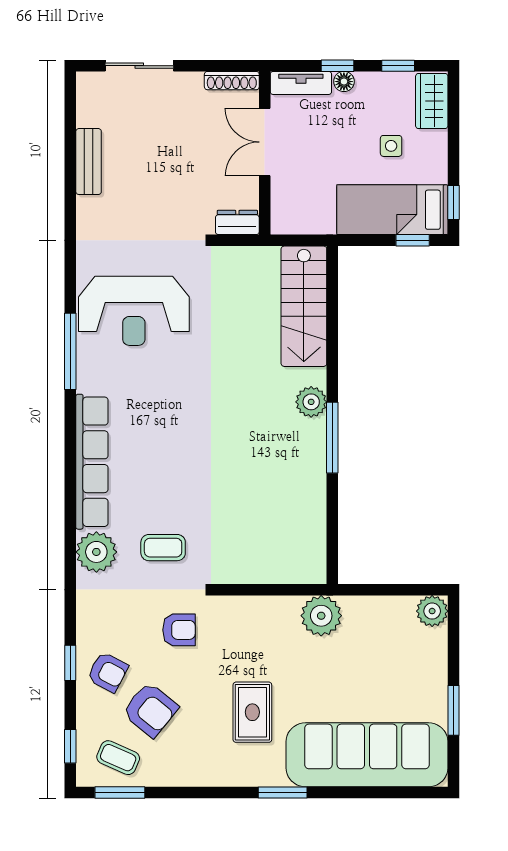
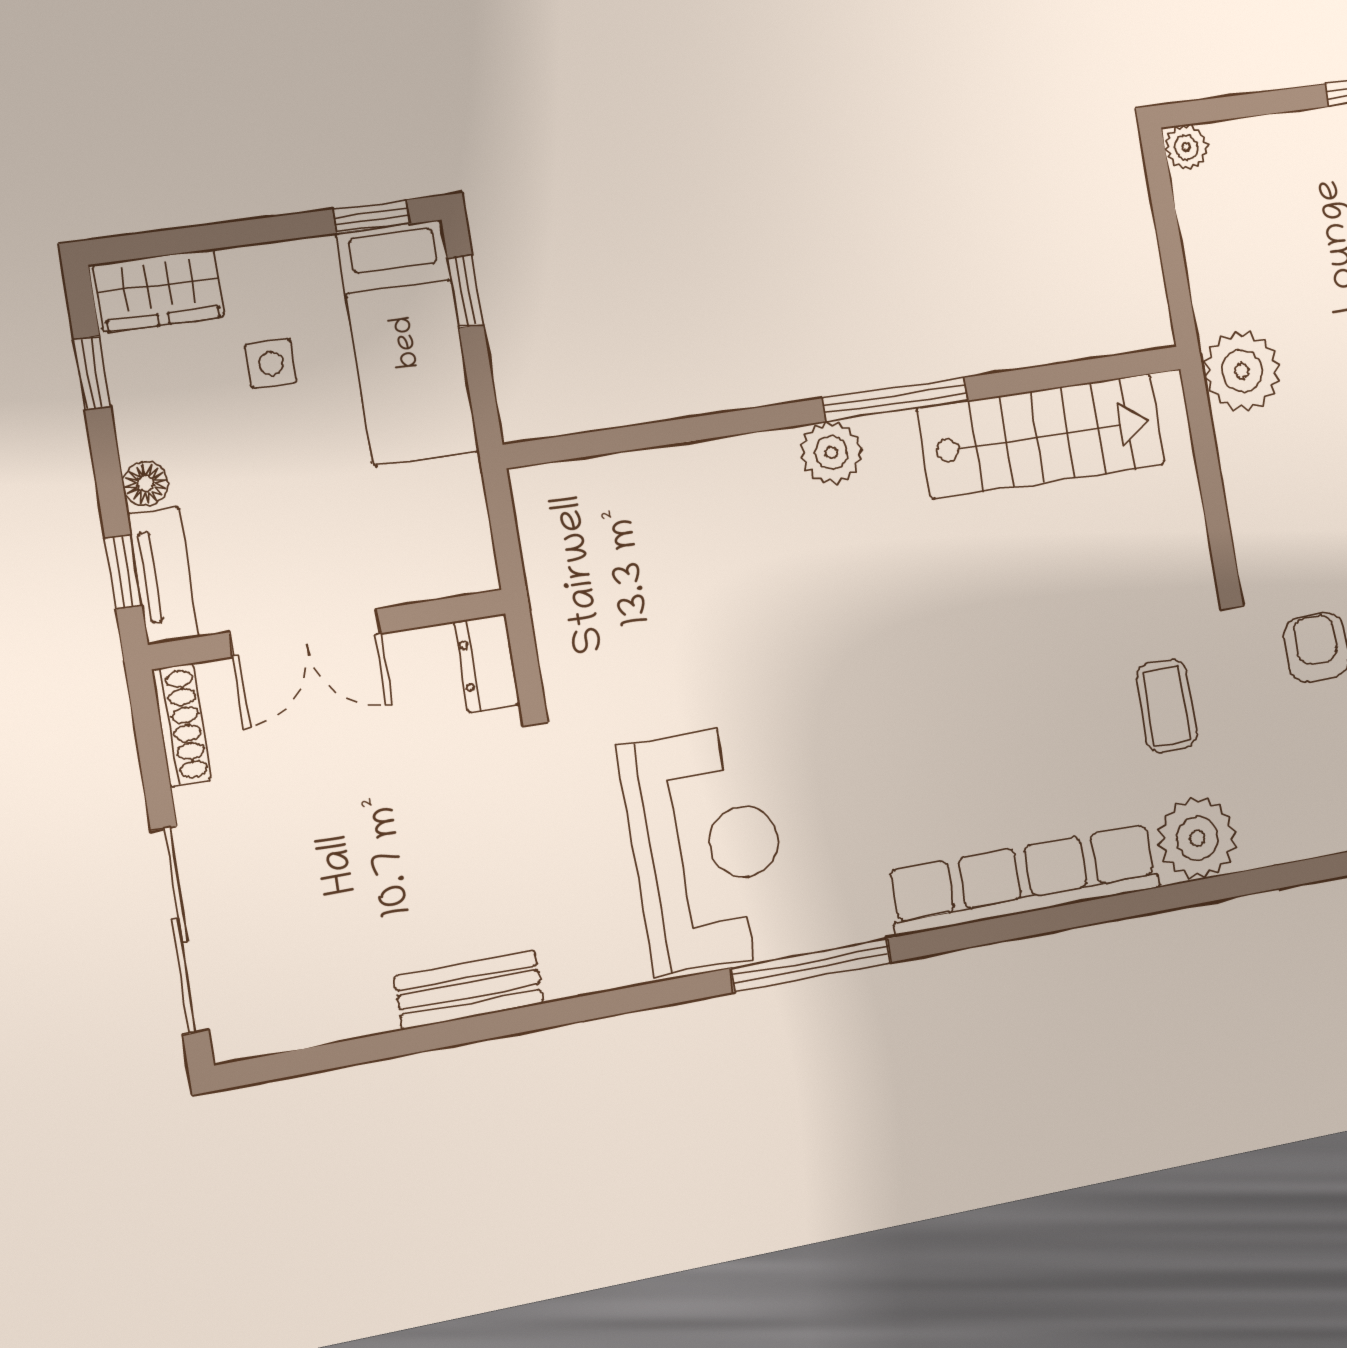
sliding door: (139, 66) -> (180, 930), width x1.37
window: (338, 66) -> (123, 572), moved
bench: (89, 162) -> (469, 990), moved
stairs: (304, 306) -> (1042, 436), moved
plant: (432, 611) -> (1186, 147), width x0.73, depth x0.73

